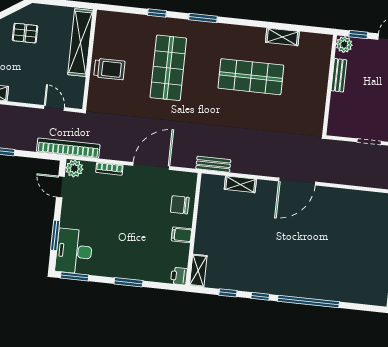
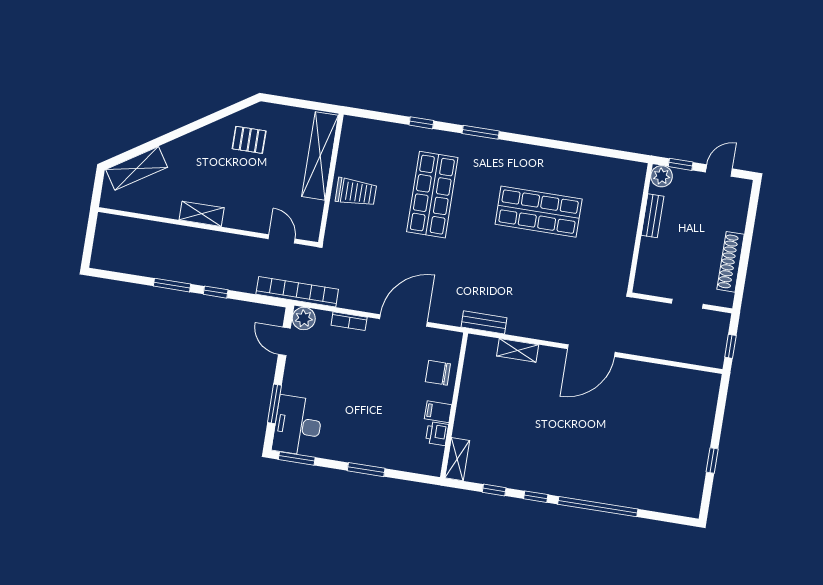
shelving: (282, 37) -> (582, 162), removed
printer: (179, 276) -> (437, 434), moved

